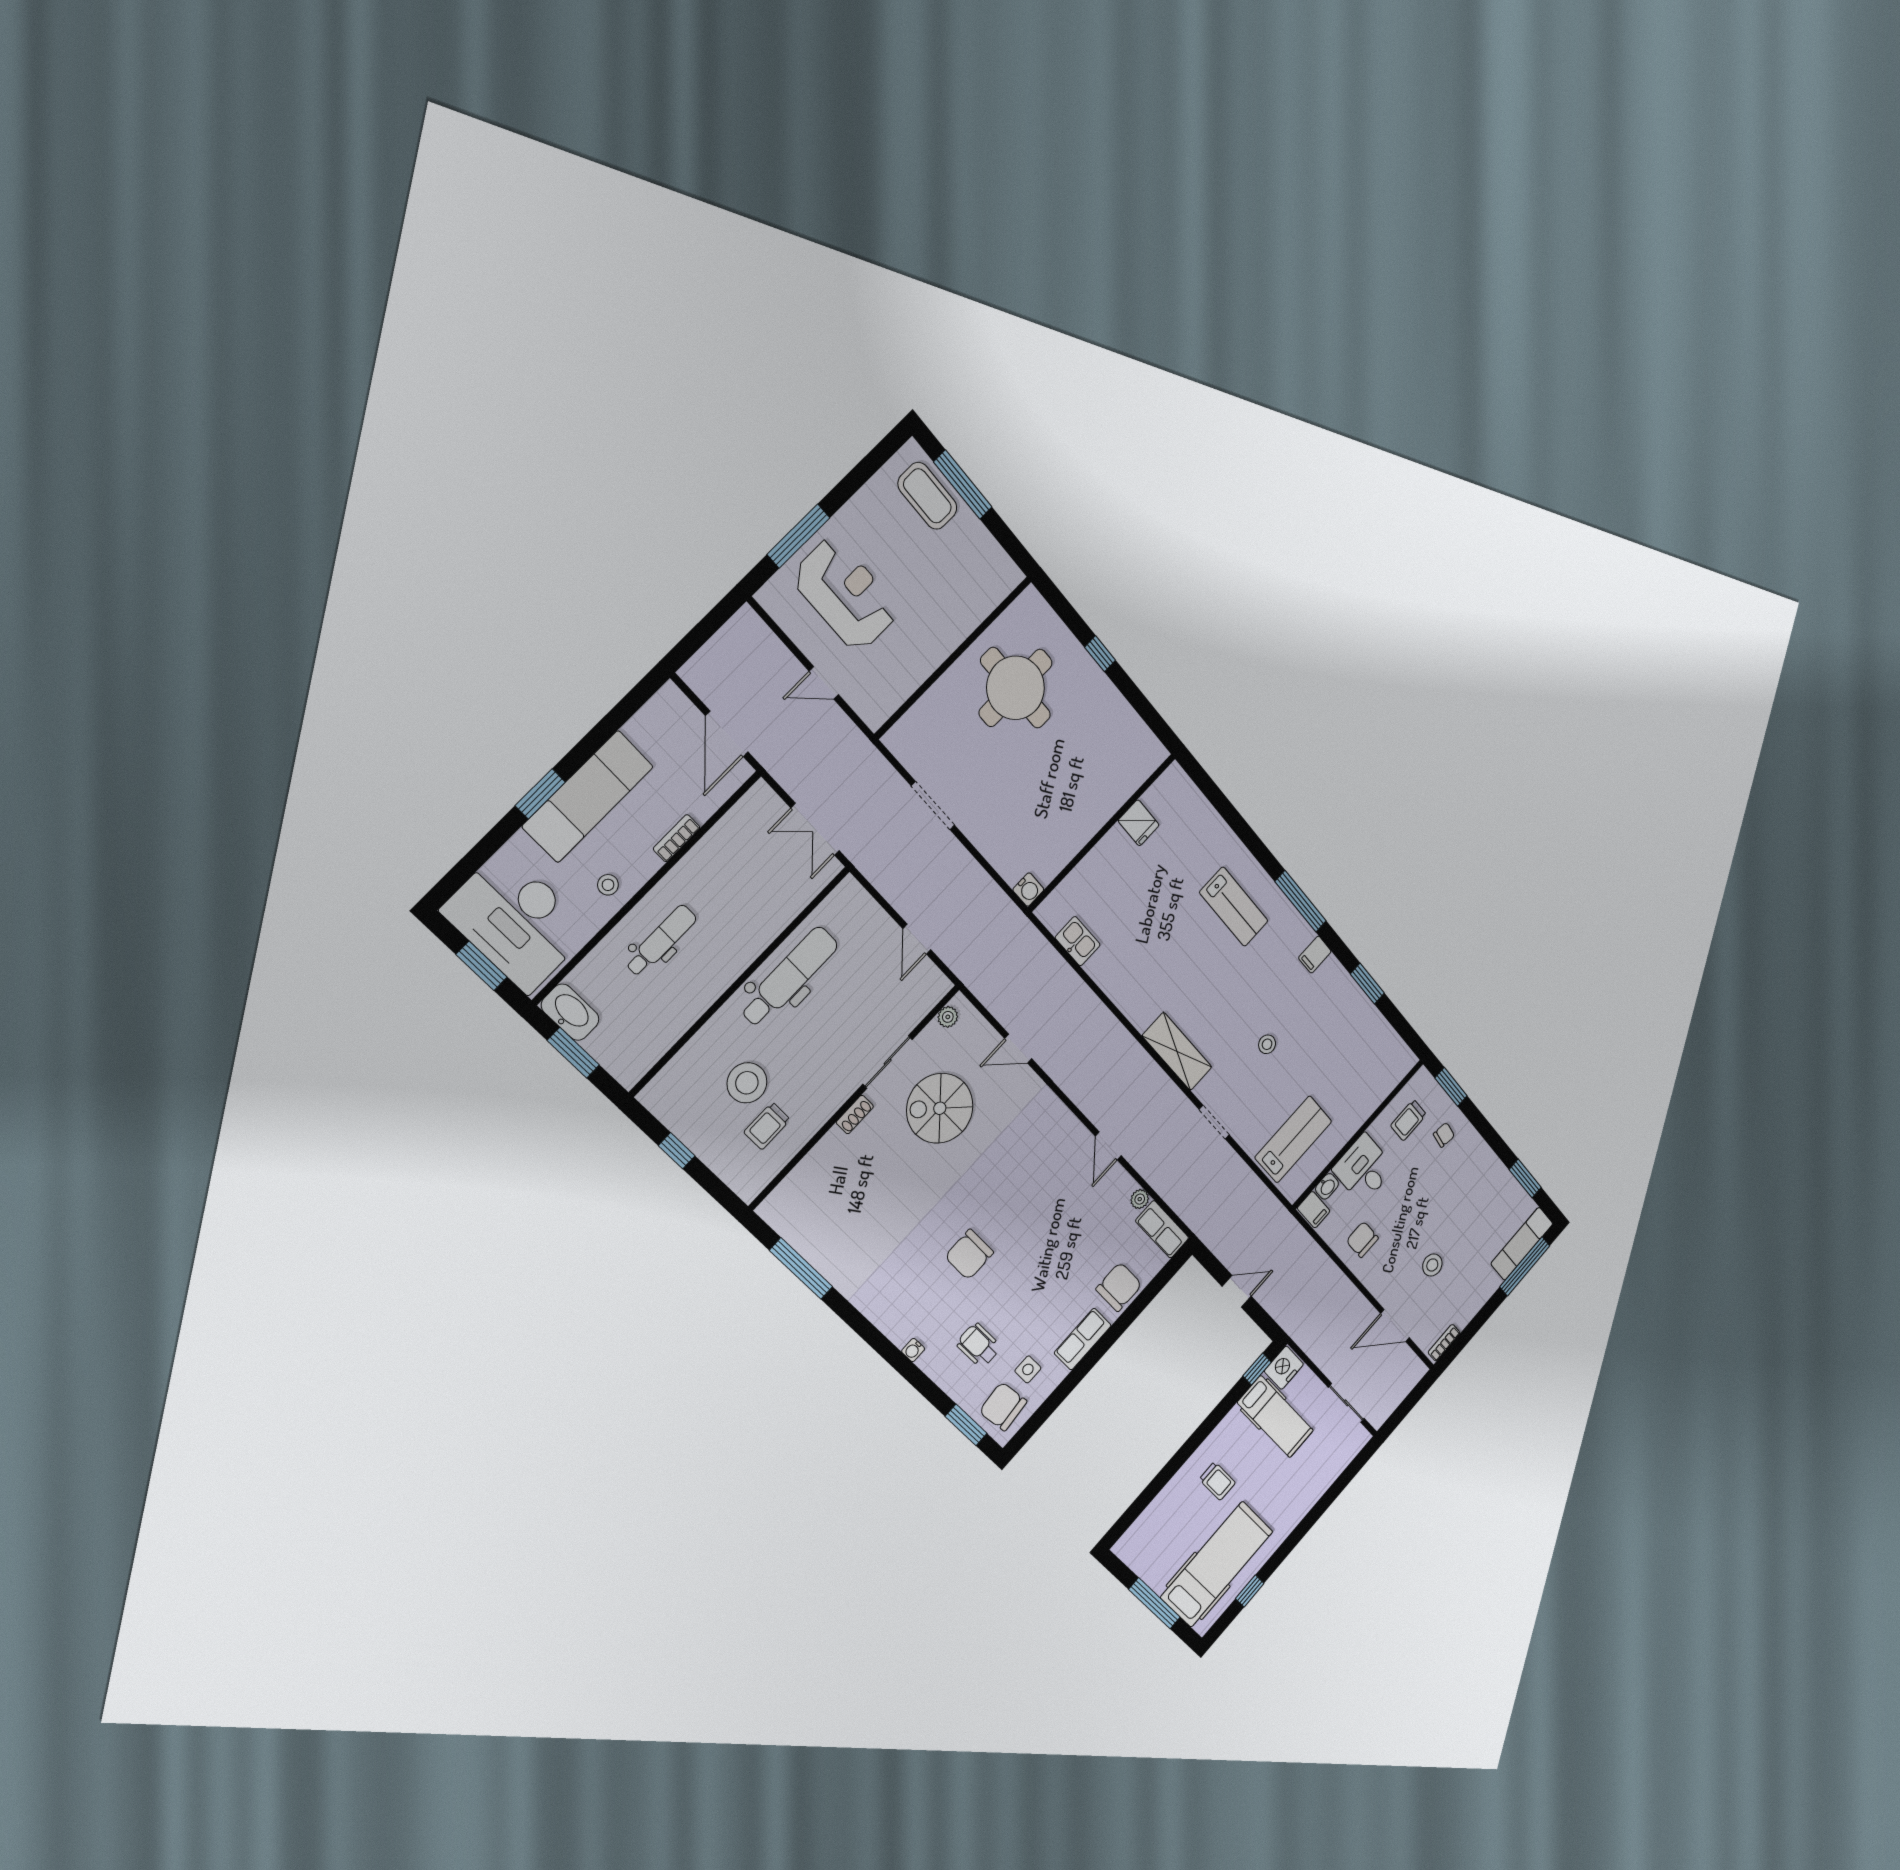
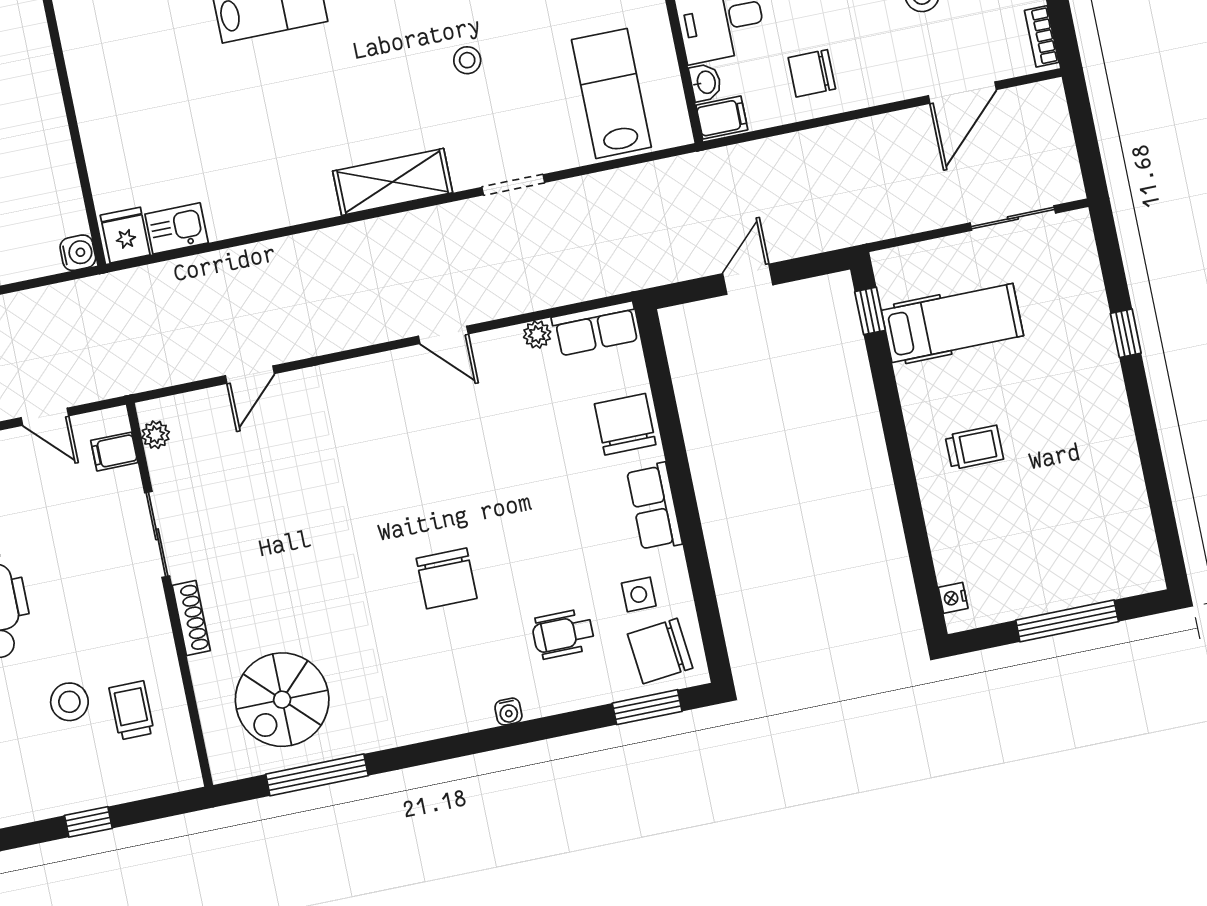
fridge: (1139, 823) -> (125, 235), moved, turned -90
filing cabinet: (922, 998) -> (114, 452), added
stool: (747, 1083) -> (69, 702), width x0.73, depth x0.73
spiral stairs: (940, 1108) -> (282, 700), moved
shoe rack: (855, 1114) -> (191, 618), width x1.43
trolley: (767, 1126) -> (132, 710), turned 180
nightstand: (1284, 1368) -> (953, 598), moved, width x0.53, depth x0.56
hospital bed: (1217, 1564) -> (1085, 513), removed
window: (1250, 1591) -> (1126, 333), moved

